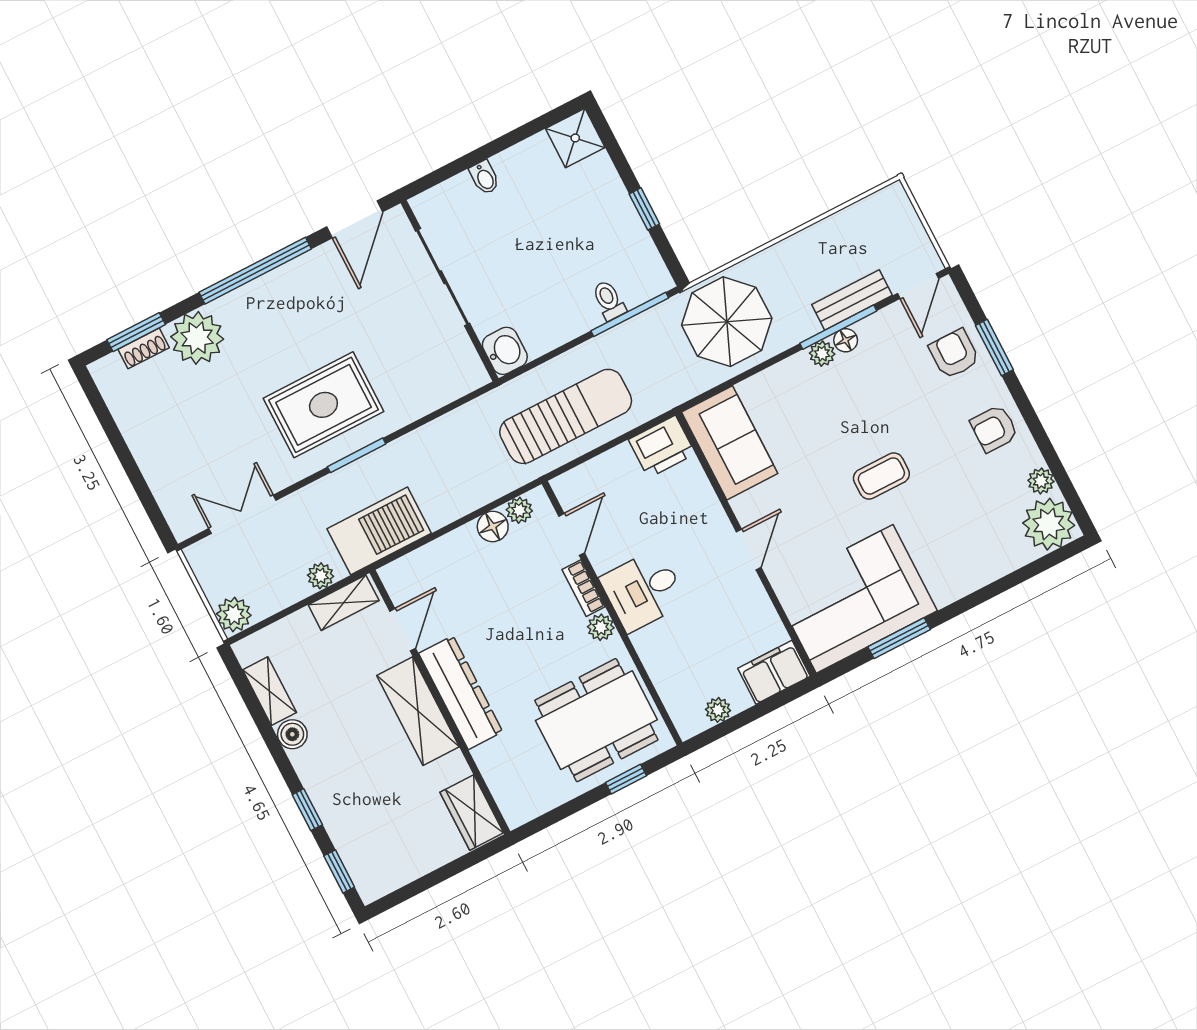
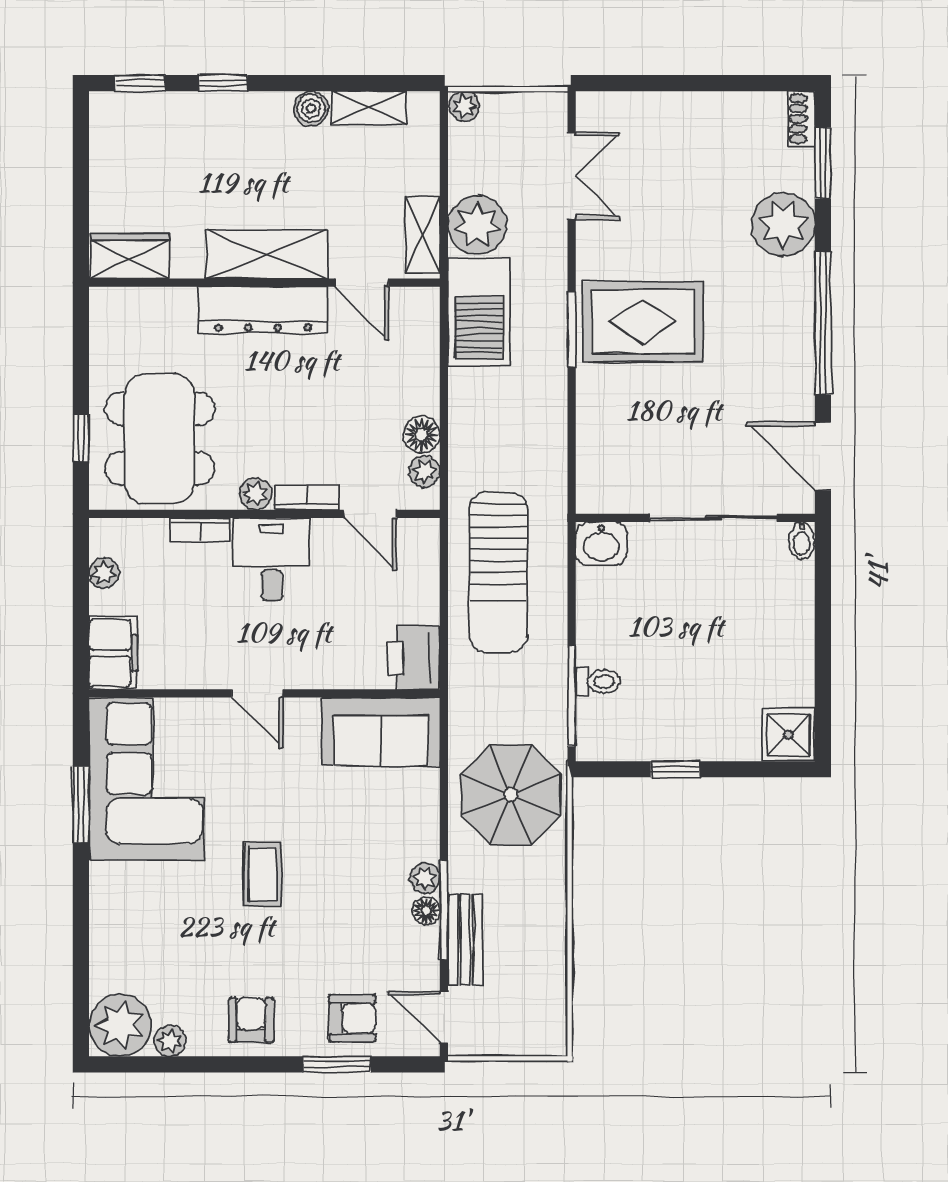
bidet: (484, 177) -> (802, 541), moved, turned -90
shoe rack: (144, 348) -> (802, 119), moved
rug: (323, 405) -> (643, 322), turned 90
plant: (321, 576) -> (477, 225), width x1.88, depth x1.88
plant: (234, 615) -> (464, 106), width x0.73, depth x0.73
bookcase: (649, 655) -> (200, 530), added

